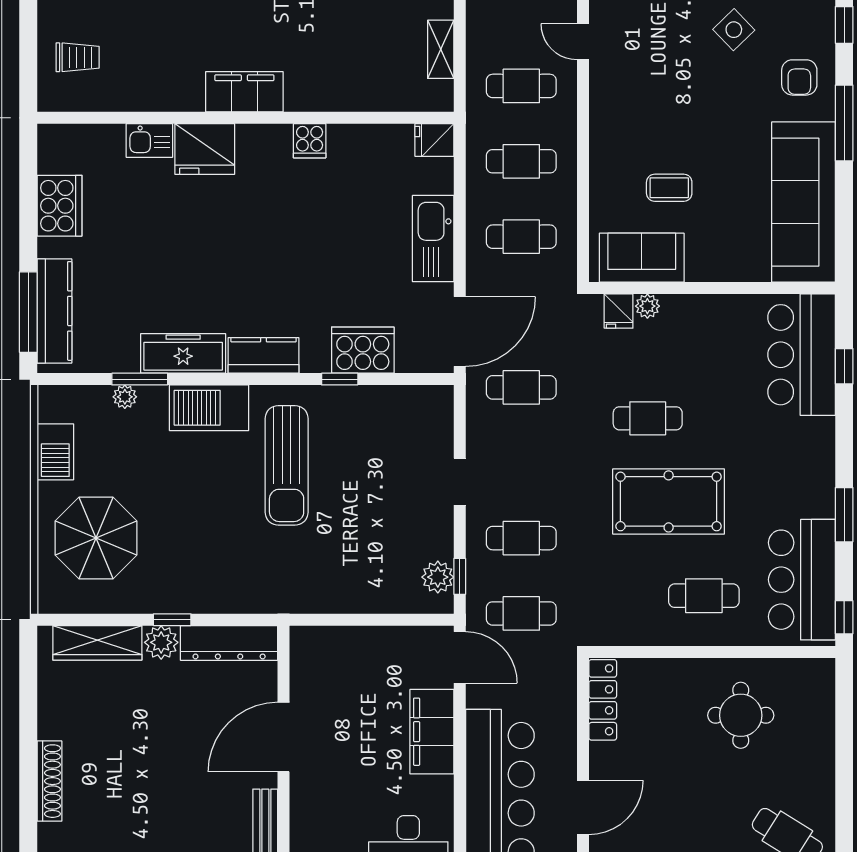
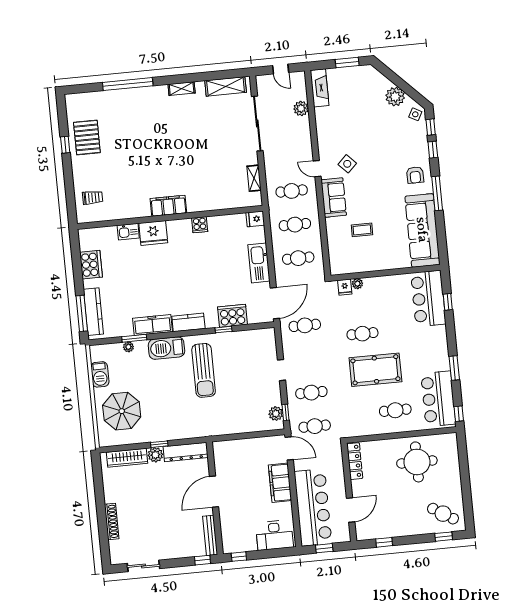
side table: (734, 30) -> (347, 164), moved
sofa: (642, 258) -> (334, 198), moved, turned 90
round table: (741, 715) -> (417, 462), width x1.36, depth x1.36

